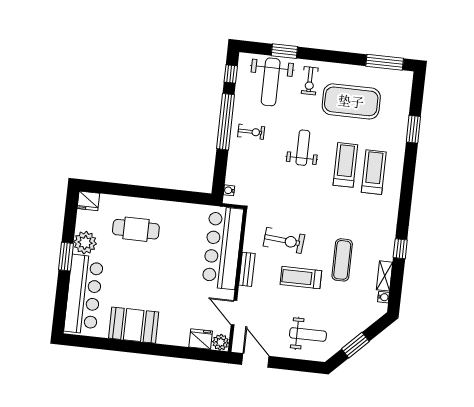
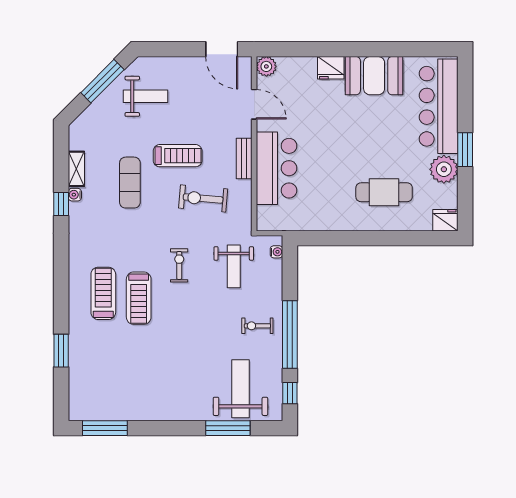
window: (284, 51) -> (228, 428), width x1.44
exercise bike: (310, 81) -> (179, 265), moved
exercise mat: (351, 101) -> (140, 376), removed
weight bench: (303, 148) -> (234, 266), moved
treadmill: (374, 172) -> (103, 293), turned 180
bar counter: (223, 248) -> (276, 168), width x0.73
water cooler: (383, 297) -> (75, 195), moved
weight bench: (308, 334) -> (146, 96), moved, turned 180
fridge: (201, 339) -> (331, 68), moved
window: (355, 345) -> (102, 81), width x1.44

